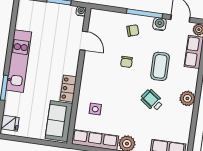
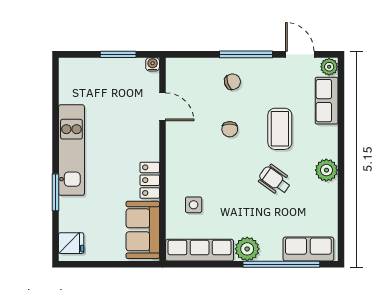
water cooler: (160, 24) -> (270, 67), removed

